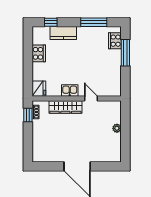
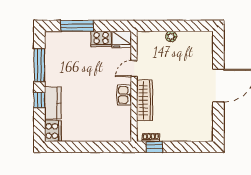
window: (51, 22) -> (39, 100), moved
cooker: (115, 41) -> (101, 39), moved
cooker: (39, 53) -> (53, 131), moved, turned 90
fridge: (39, 89) -> (122, 39), moved, turned 180

